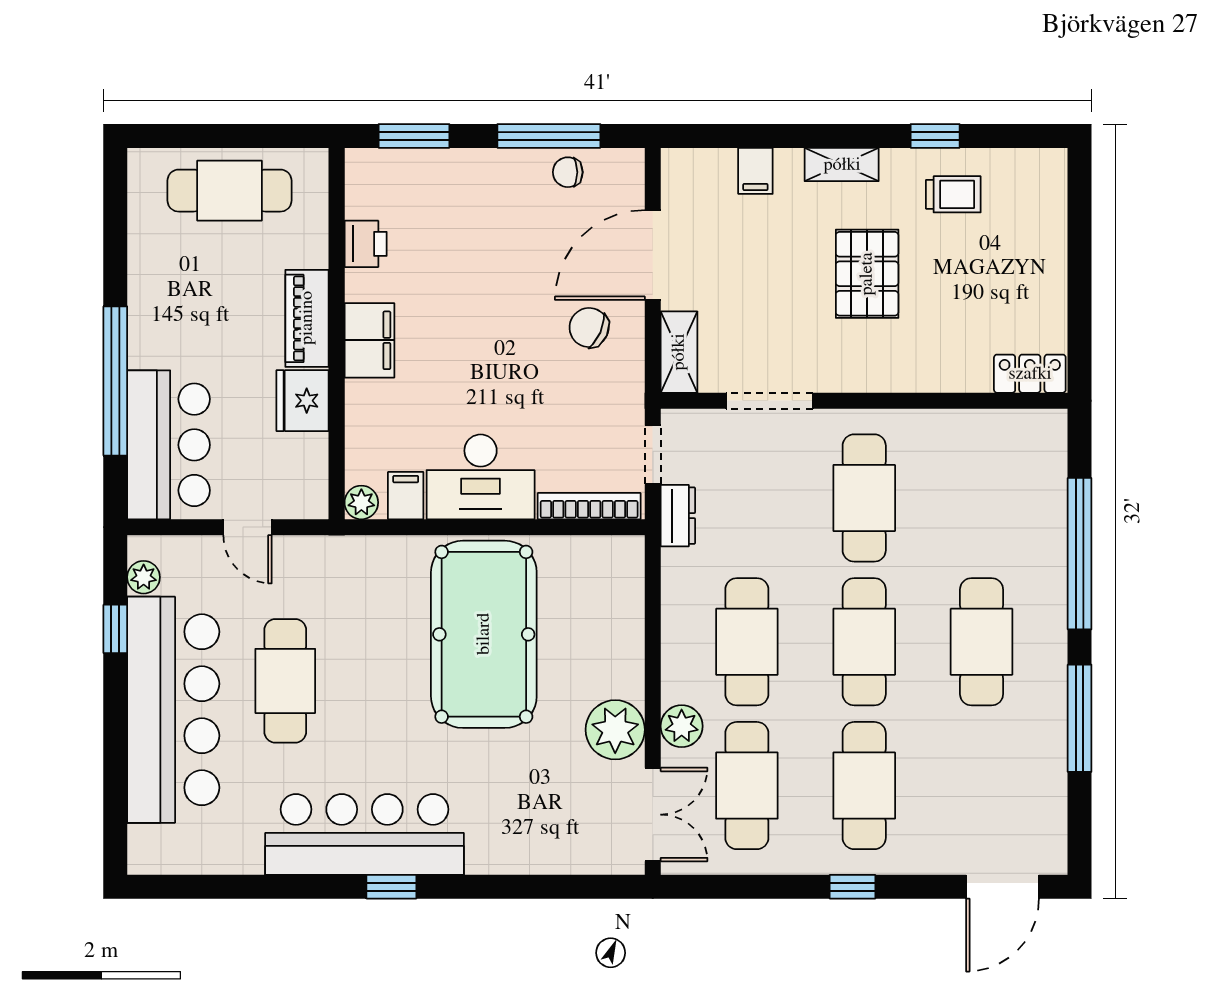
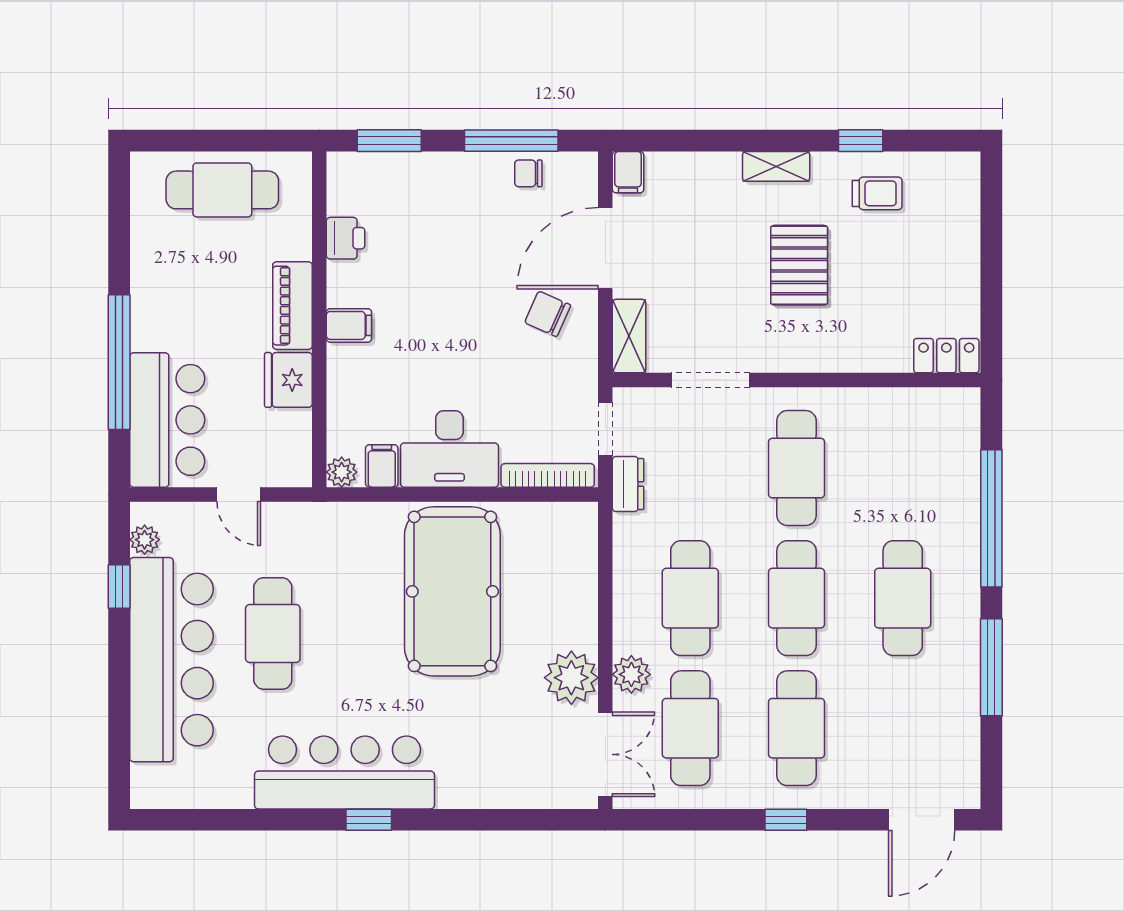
filing cabinet: (755, 171) -> (628, 172), moved
filing cabinet: (369, 340) -> (349, 325), width x0.50

